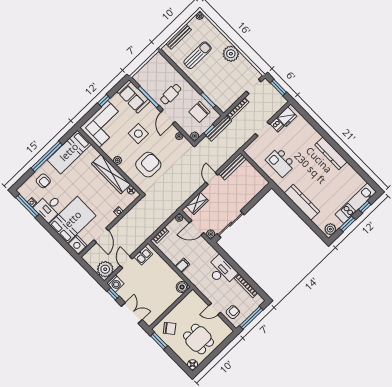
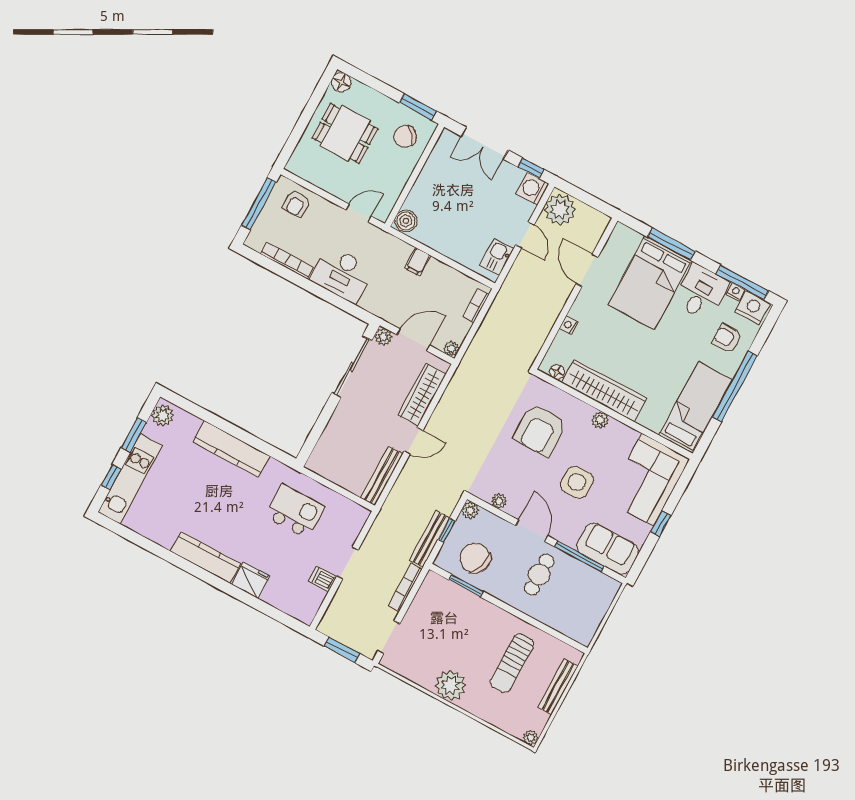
chair: (199, 112) -> (475, 558), turned -73
fridge: (287, 117) -> (251, 580), moved, turned 90
door: (212, 179) -> (414, 441), hinge flipped
wardrobe: (197, 203) -> (422, 395), width x1.50
window: (56, 235) -> (671, 244), added
nightstand: (78, 245) -> (753, 308), moved
door: (215, 309) -> (359, 213), moved

